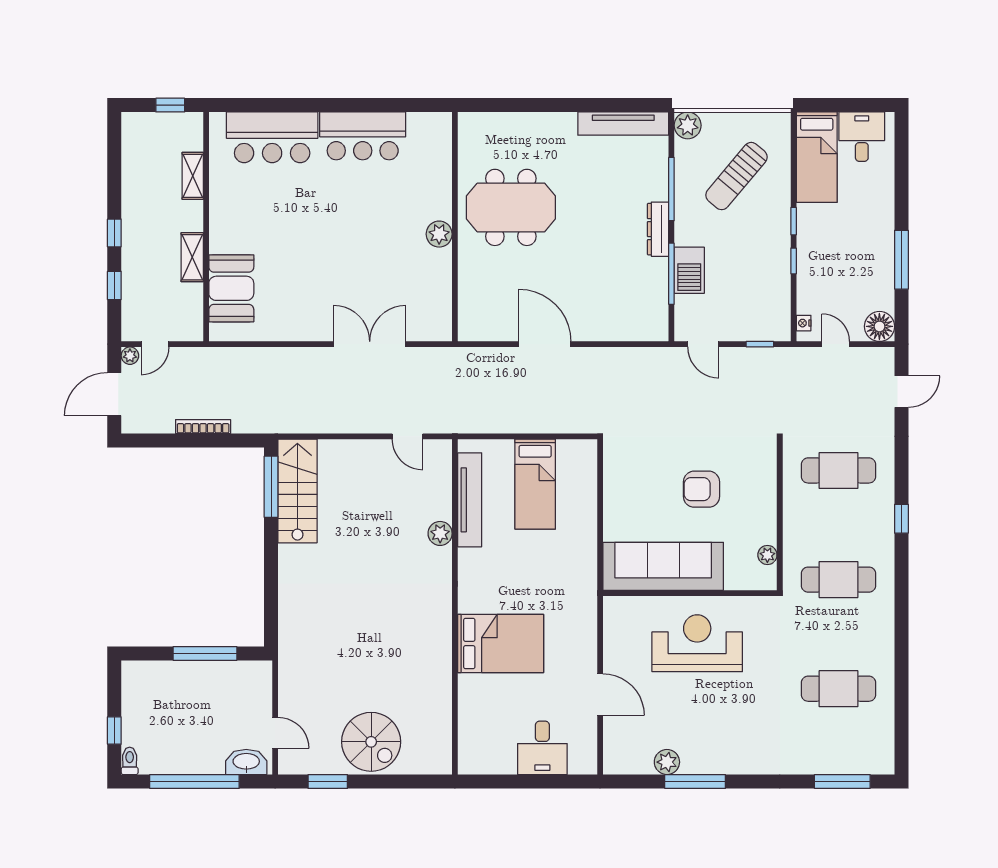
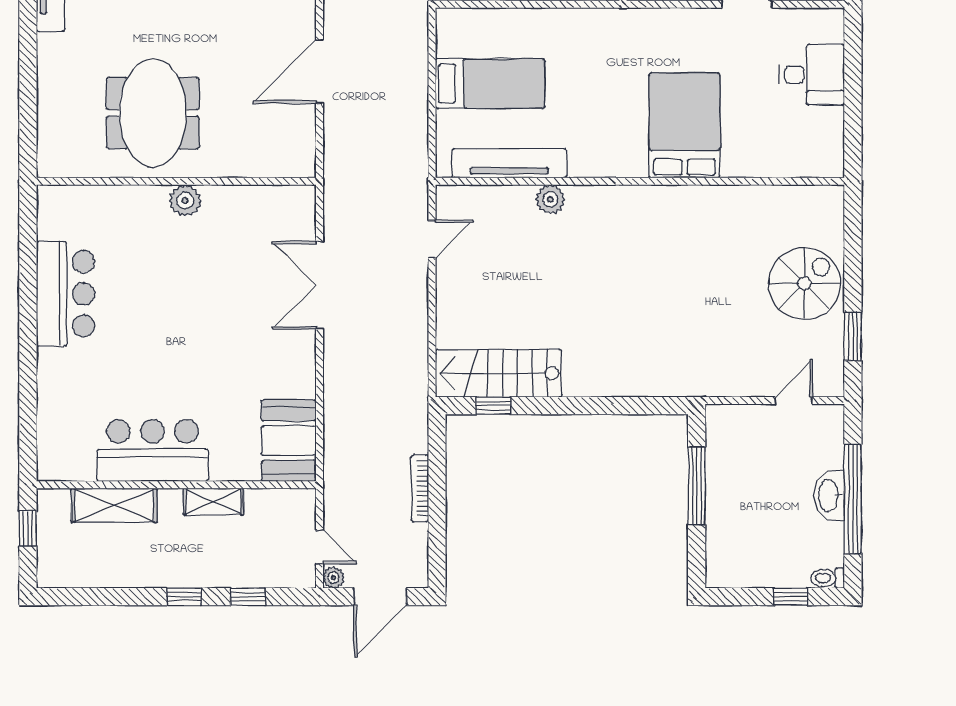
bar counter: (272, 137) -> (153, 450), moved, turned -90
shelving: (193, 176) -> (114, 505), width x1.50, depth x1.33
booth: (231, 288) -> (289, 441), moved, turned 90
door: (114, 394) -> (380, 597), hinge flipped
window: (271, 487) -> (493, 406), width x0.46
washbasin: (246, 762) -> (829, 495), moved

